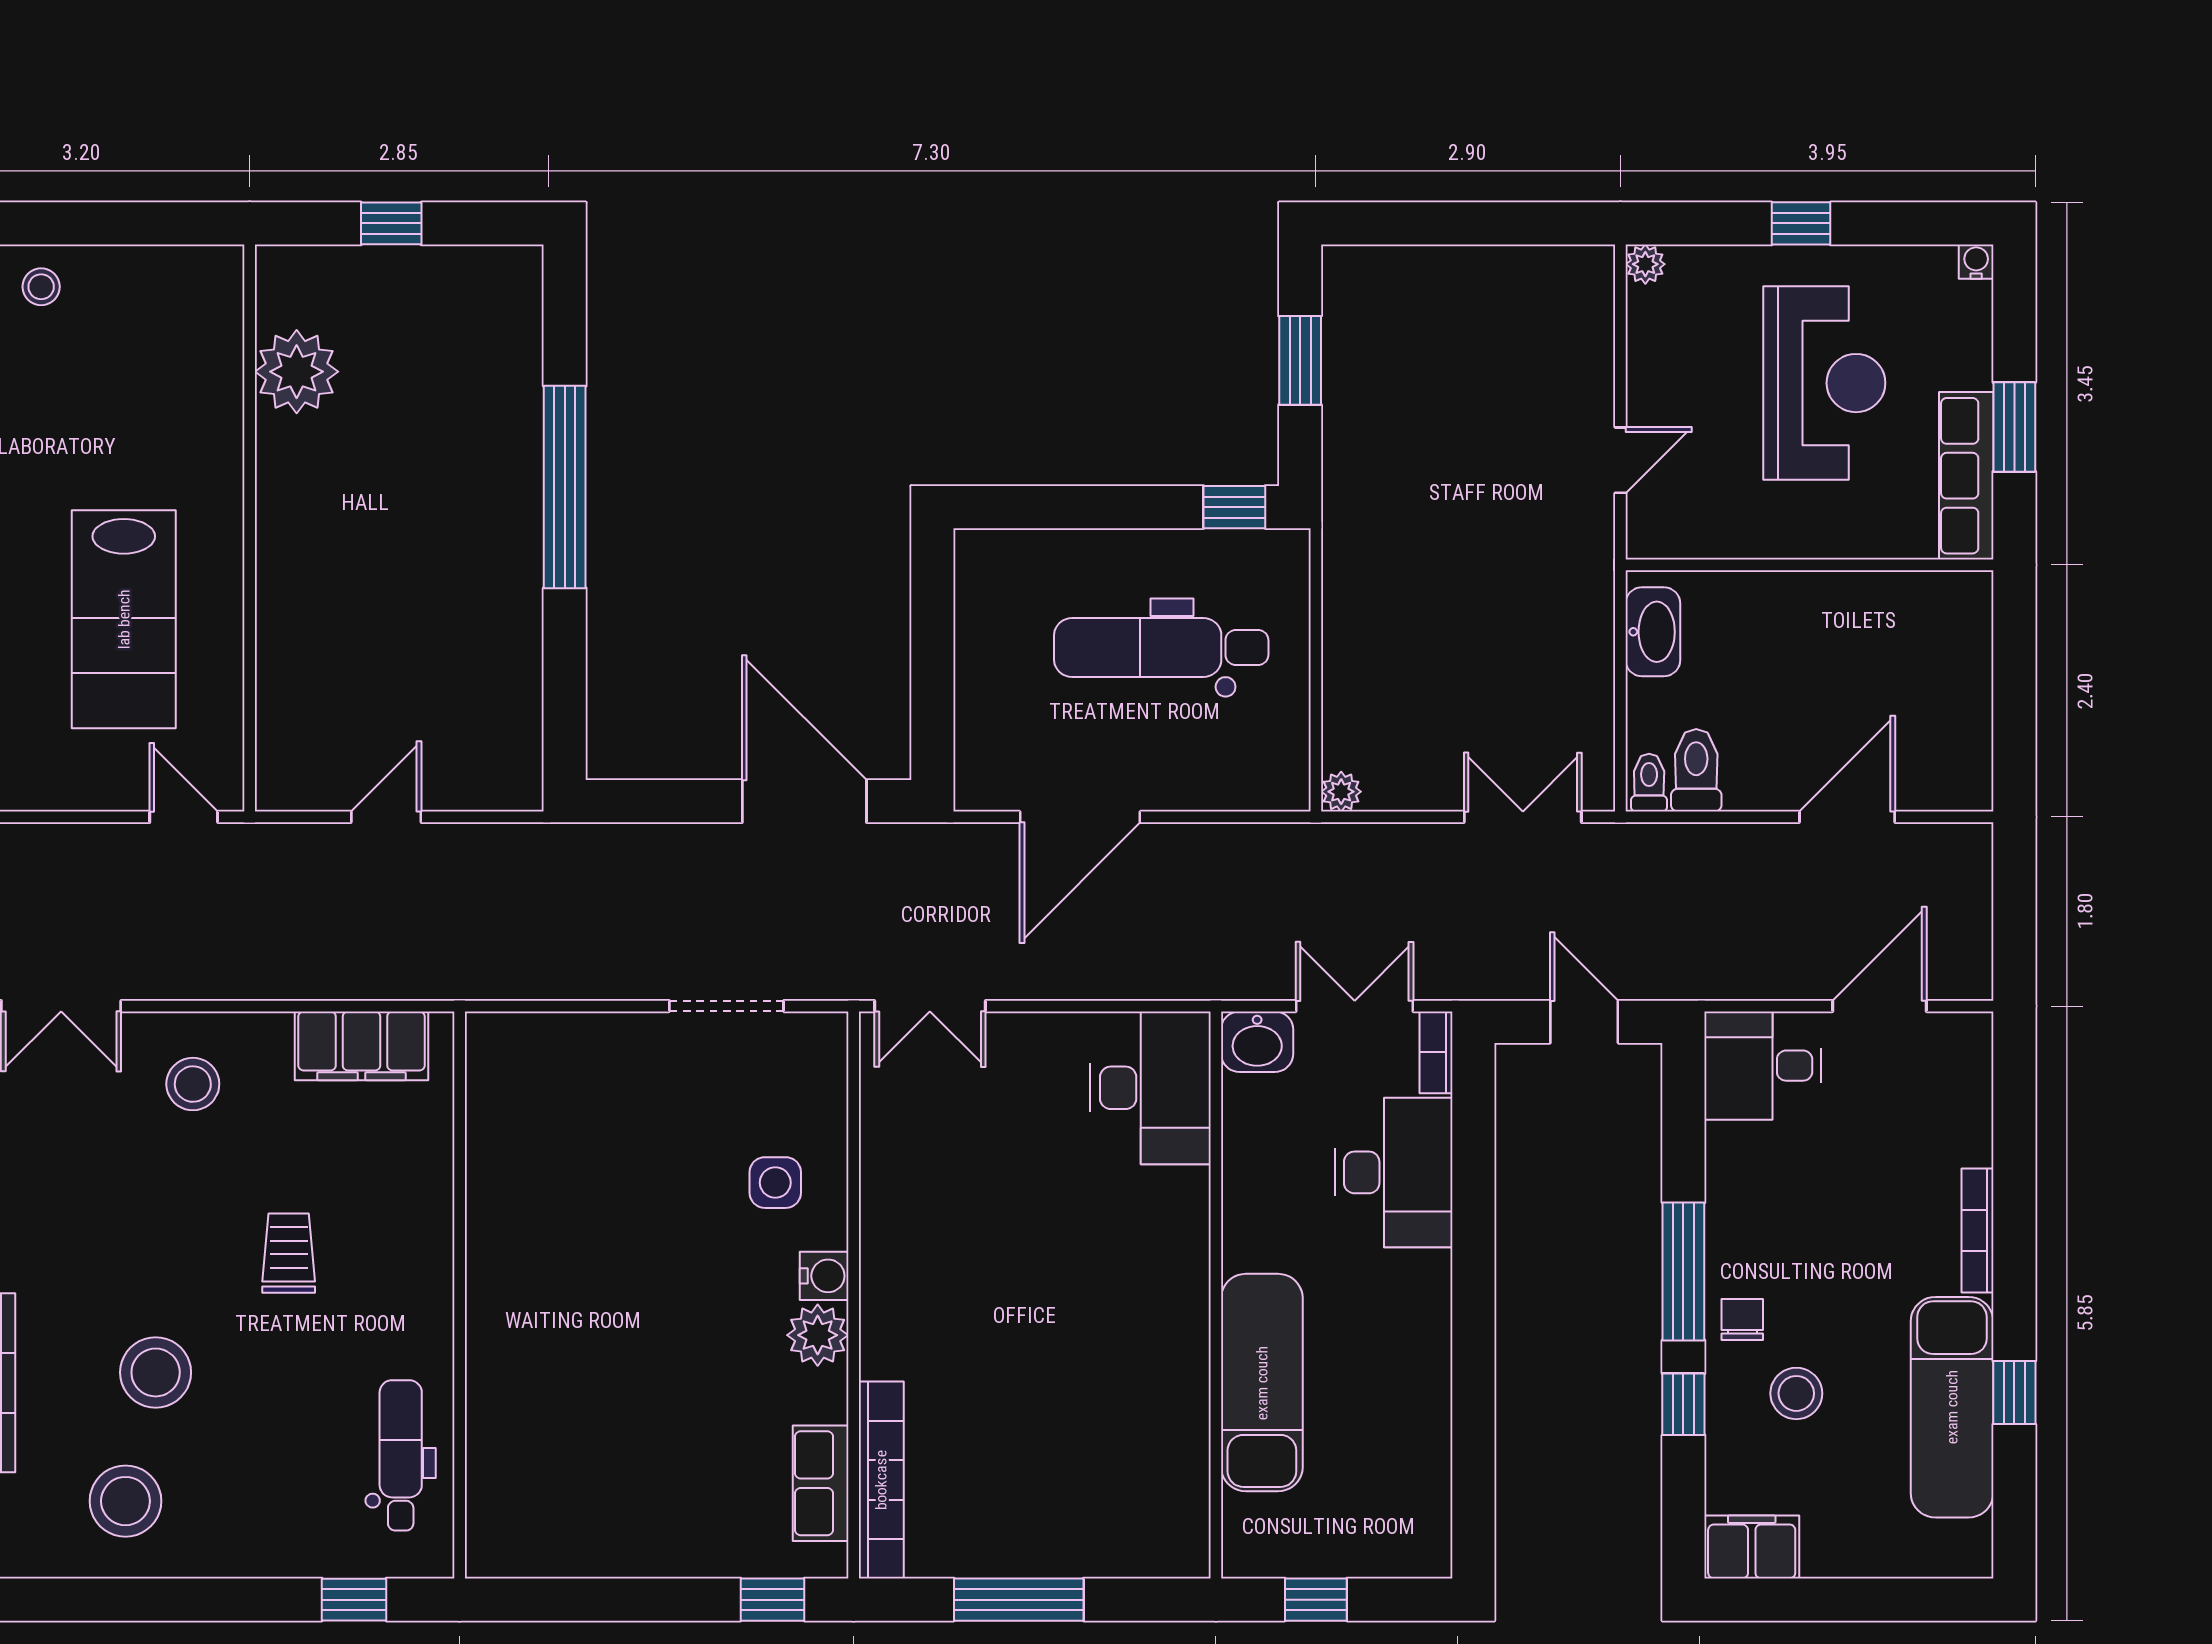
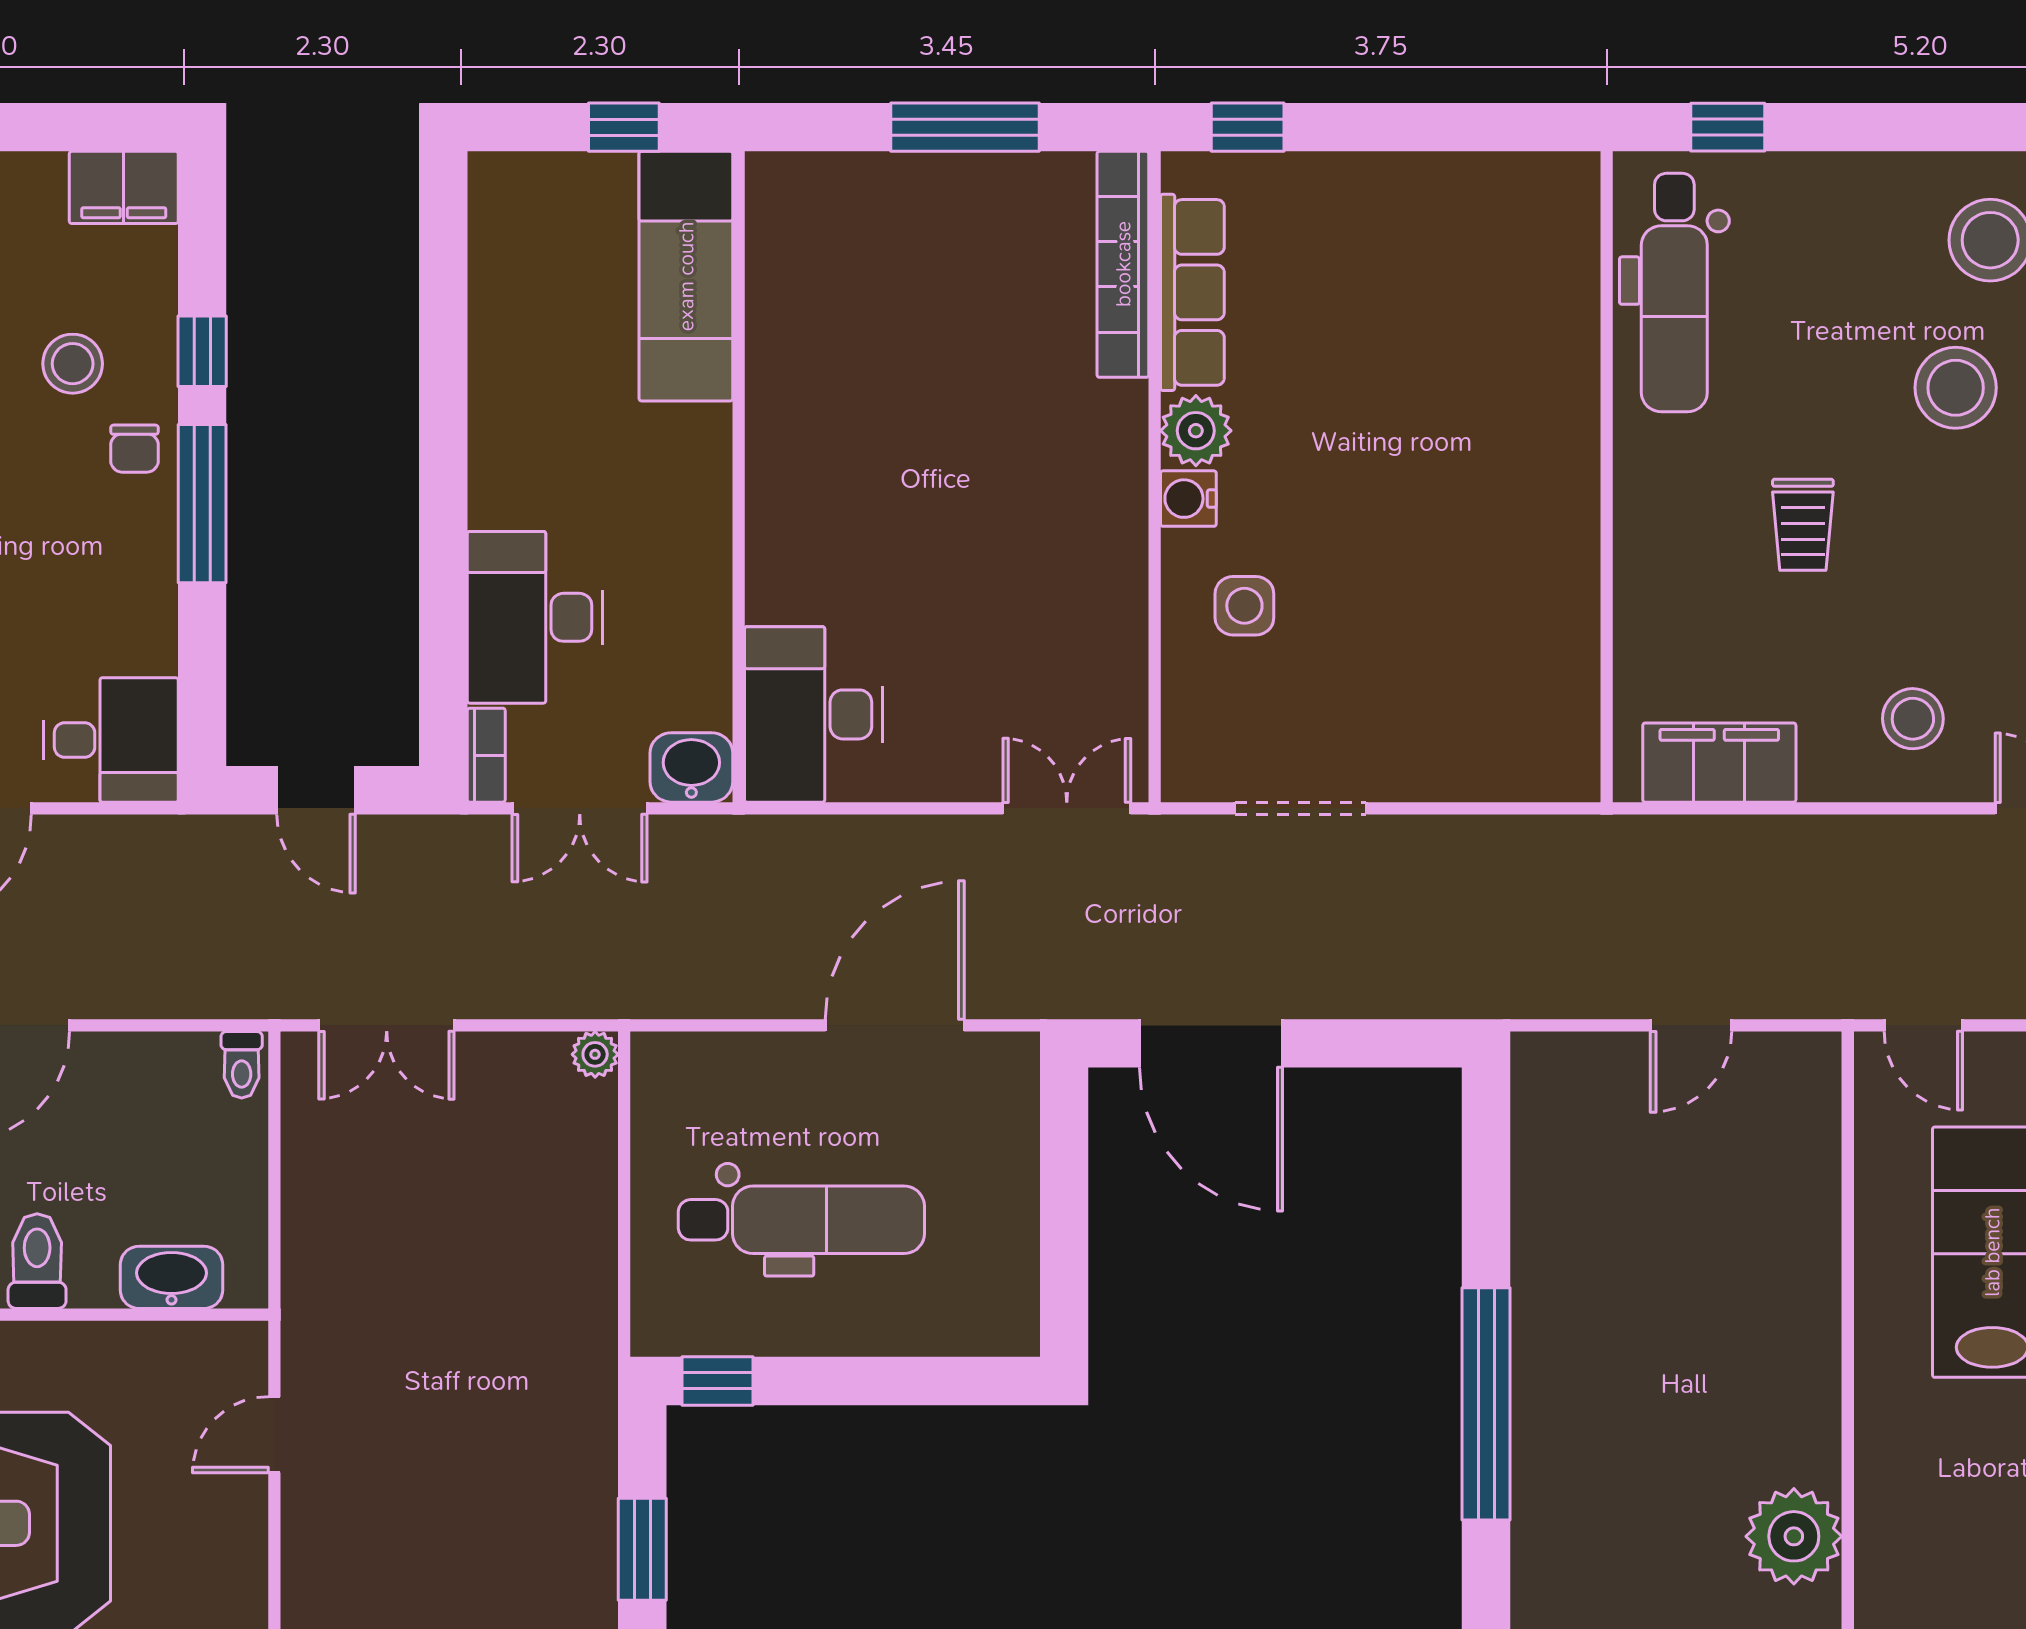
washbasin: (1653, 632) -> (171, 1277), moved, turned 90
toilet: (1696, 770) -> (37, 1261), moved, turned 180
exam couch: (1262, 1383) -> (686, 276), moved
dental chair: (401, 1455) -> (1674, 293), width x1.36, depth x1.38
row of seats: (821, 1483) -> (1192, 292), width x1.48

